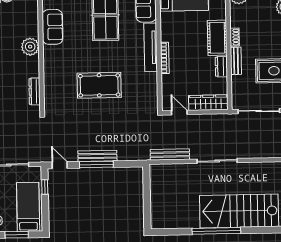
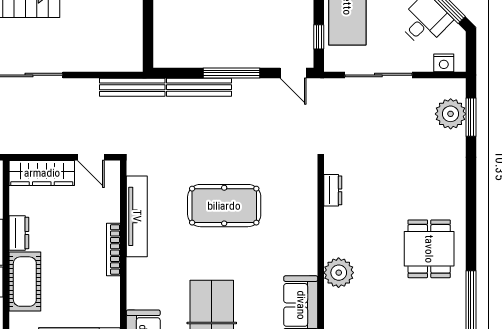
tv unit: (151, 47) -> (137, 216), moved
dresser: (35, 91) -> (333, 190), width x0.70
bench: (170, 155) -> (132, 87), moved
bench: (97, 156) -> (199, 87), moved

